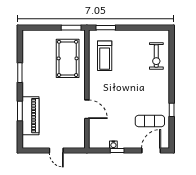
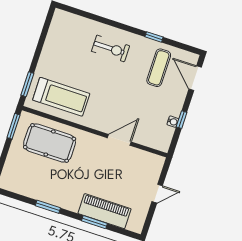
treadmill: (105, 56) -> (61, 97), width x1.37, depth x1.38
exercise bike: (156, 56) -> (111, 48), moved

